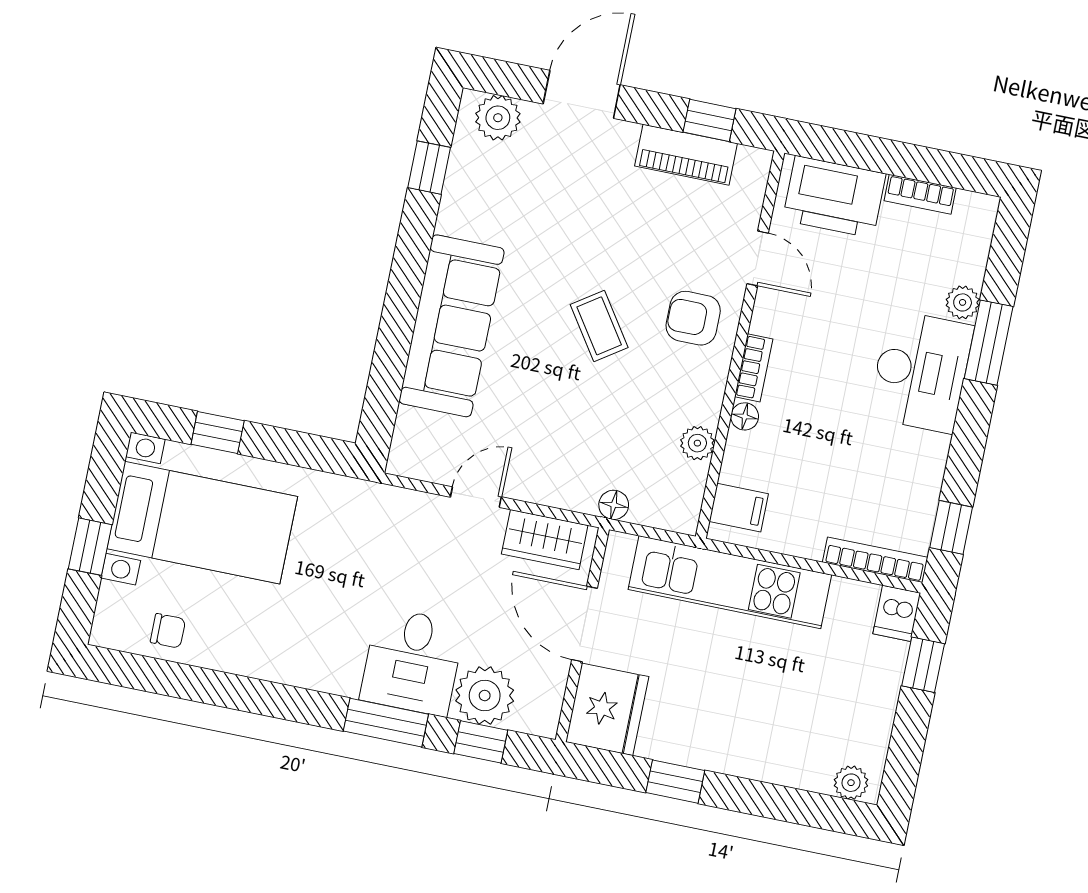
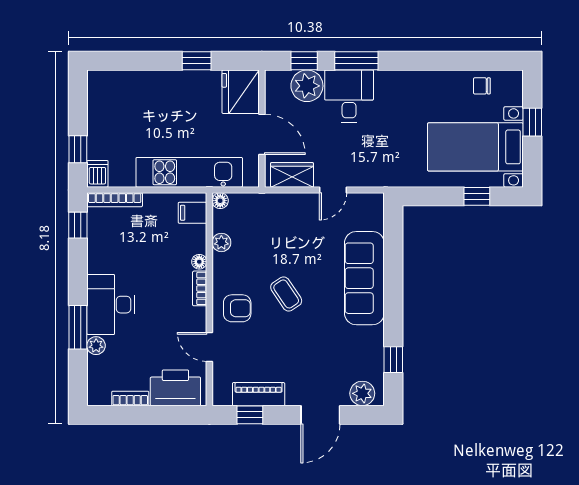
floor lamp: (614, 505) -> (220, 201), moved
plant: (851, 783) -> (103, 79), removed

